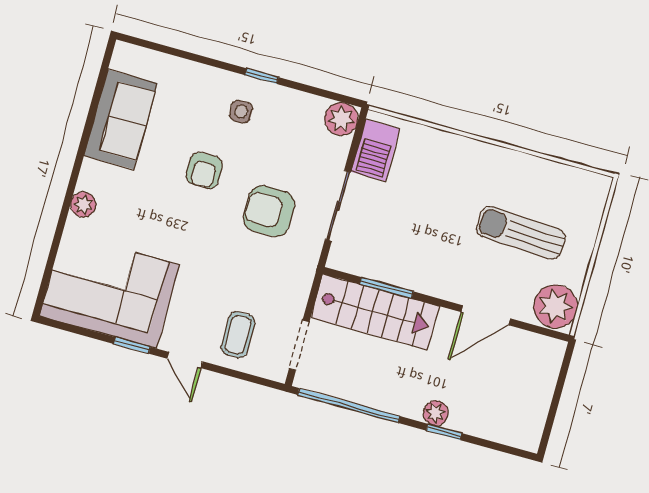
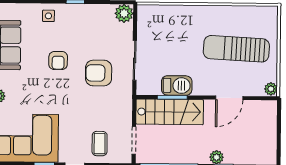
side table: (241, 112) -> (48, 16), moved
barbecue: (376, 150) -> (177, 85), moved, turned -90
sun lounger: (521, 233) -> (236, 49), width x1.36, depth x1.34
plant: (555, 306) -> (271, 89), width x0.53, depth x0.53

